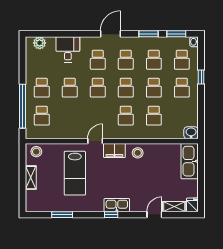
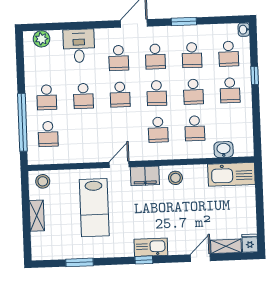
window: (176, 34) -> (220, 20), removed
washbasin: (191, 133) -> (224, 150), moved
kitchen sink: (190, 161) -> (231, 174), moved, turned -90

